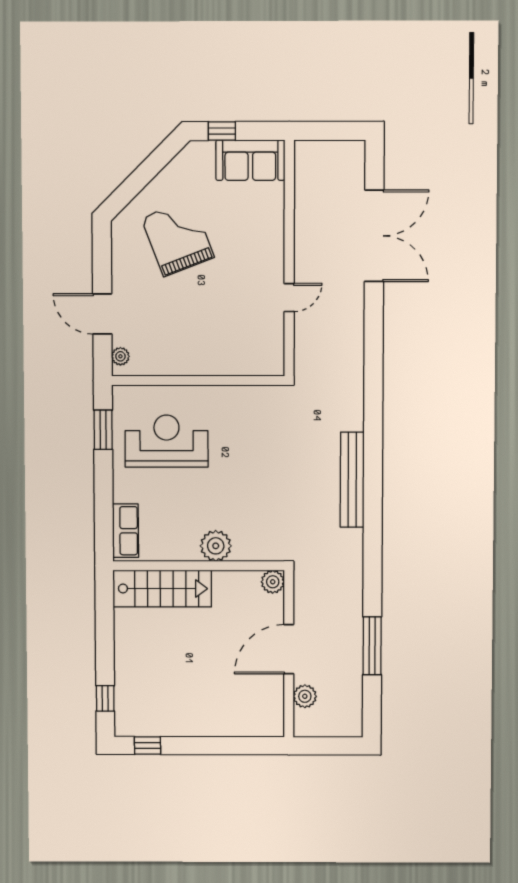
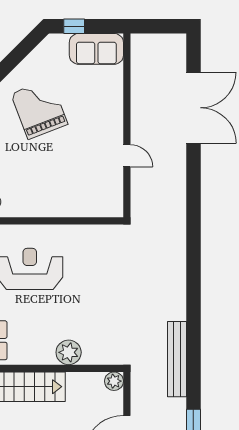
door: (289, 298) -> (127, 156), hinge flipped
bench: (352, 480) -> (177, 359), moved

